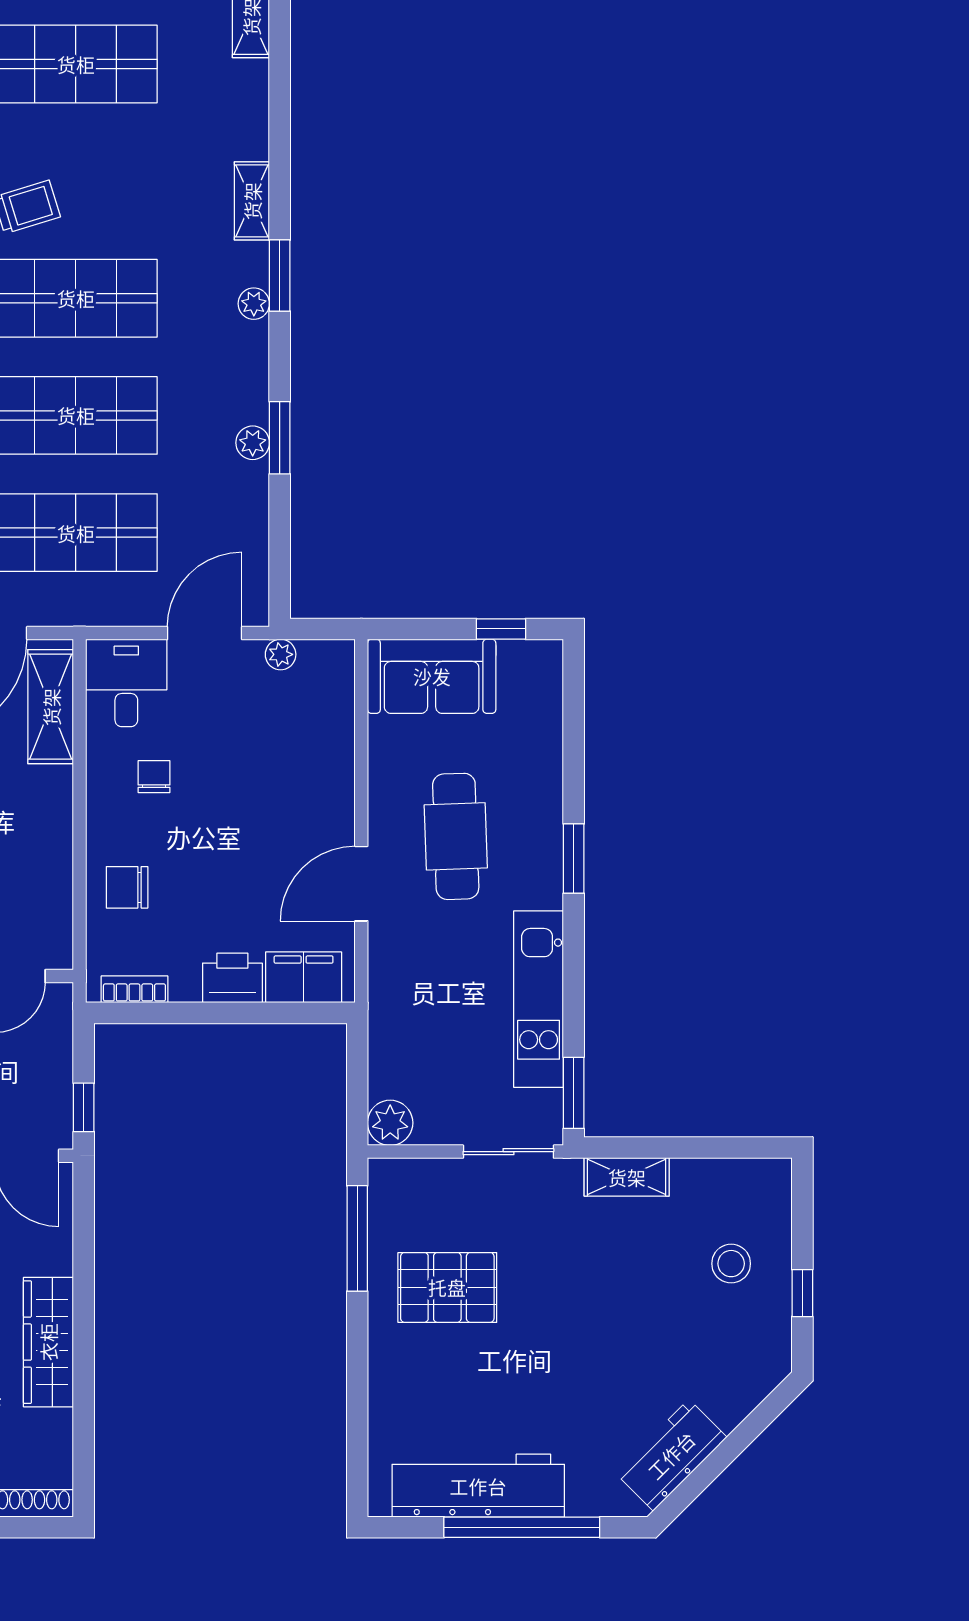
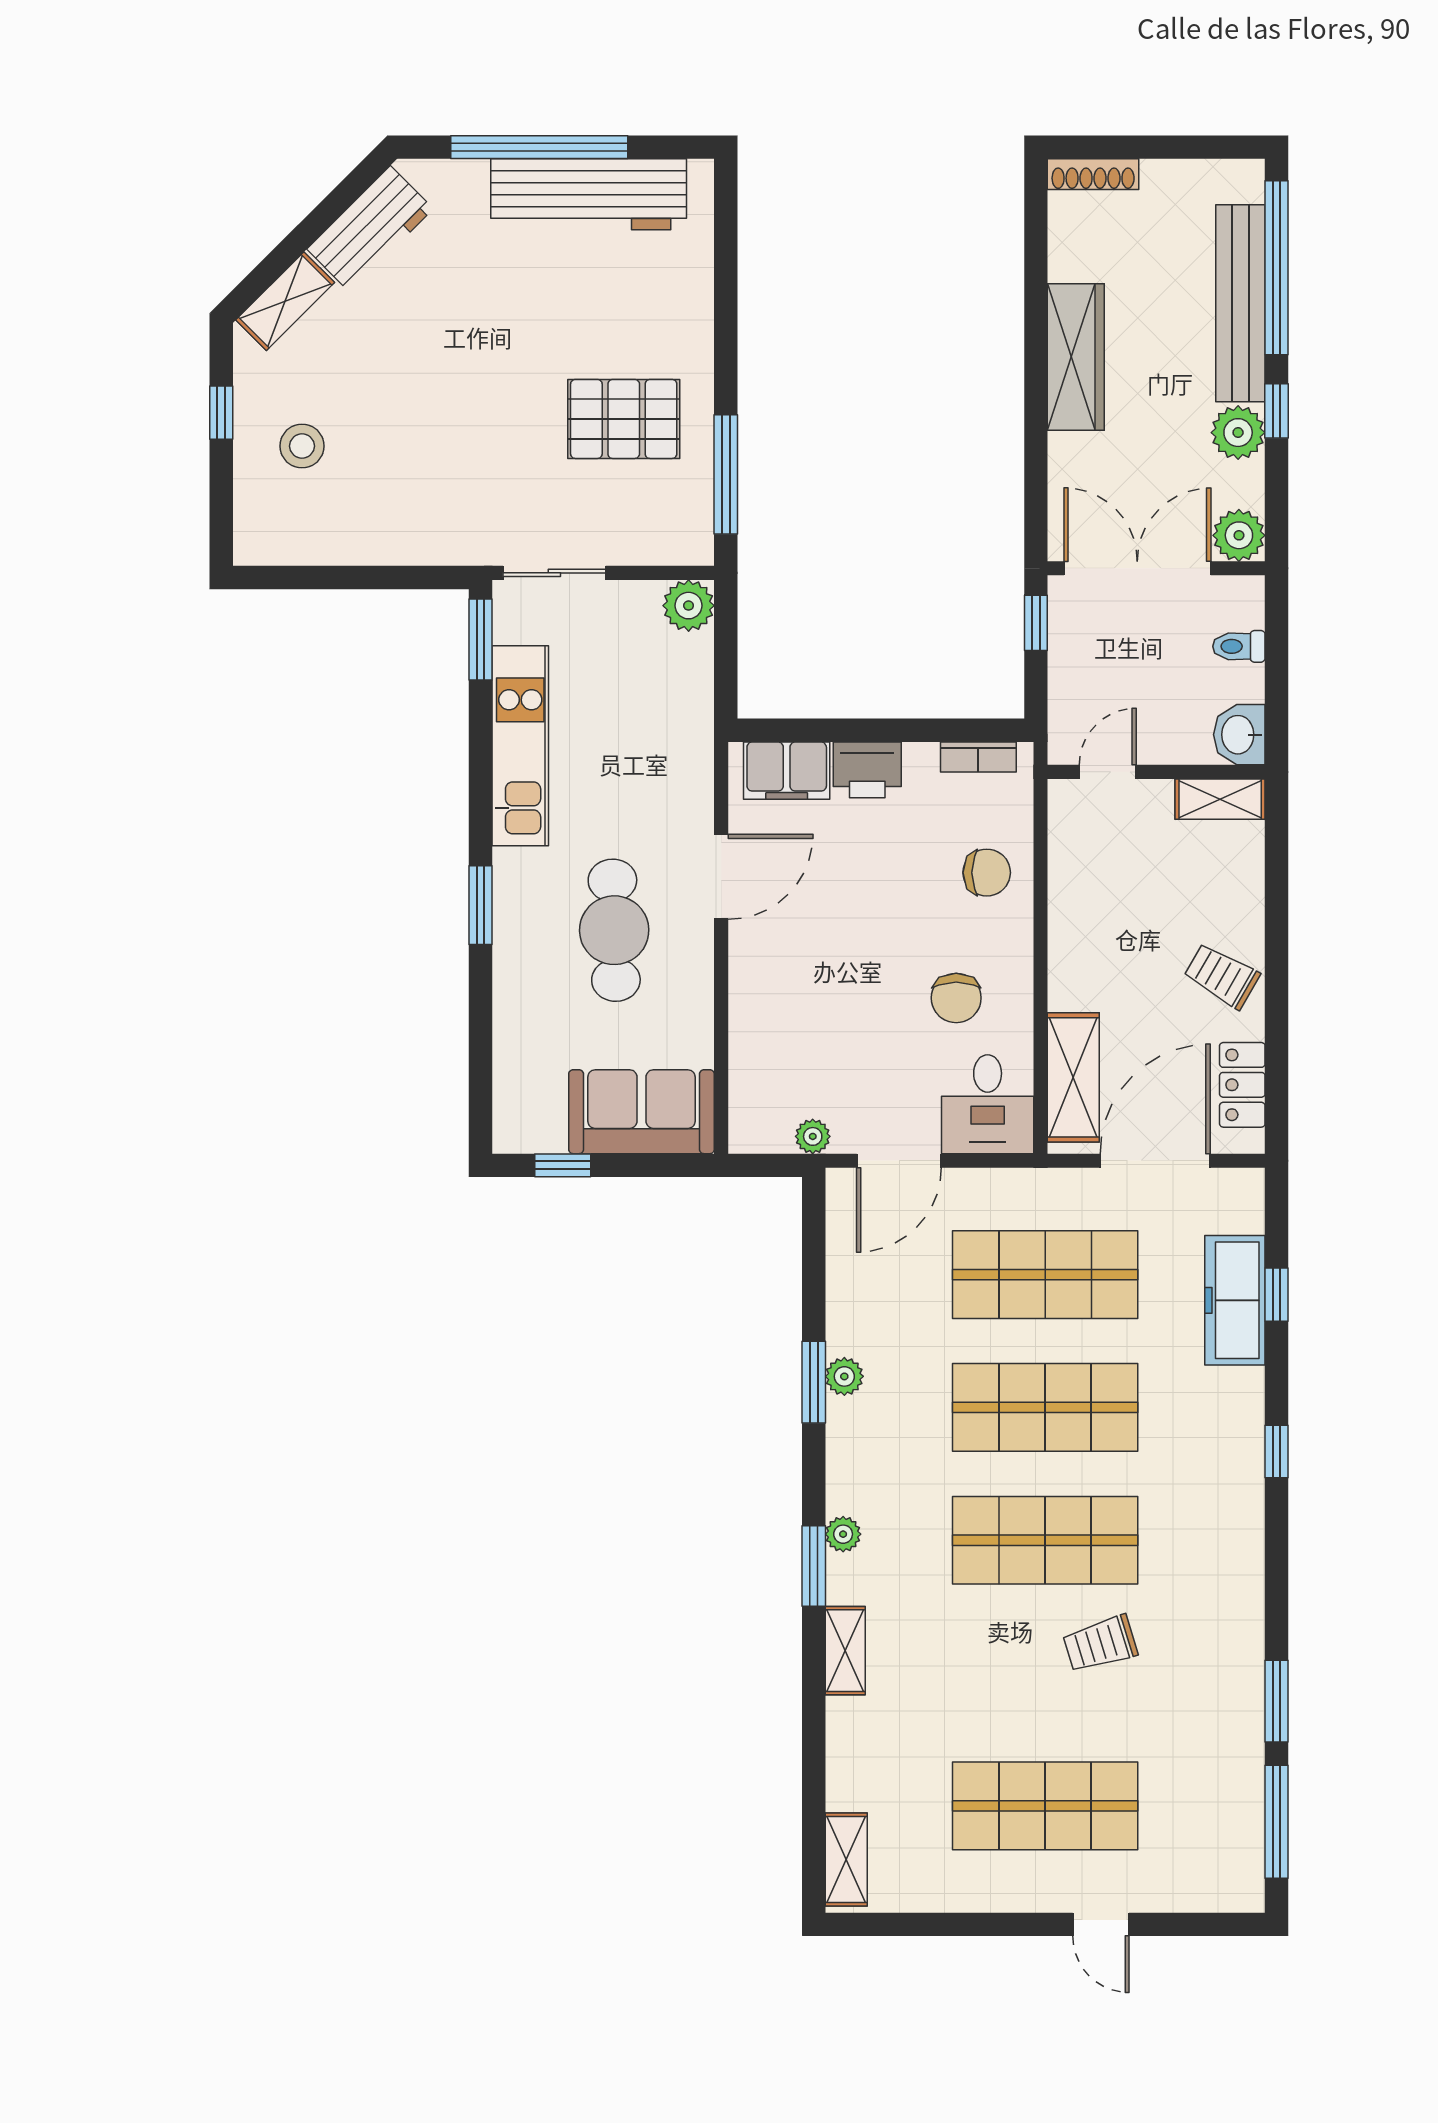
chair: (154, 777) -> (956, 998), width x1.37, depth x1.37
shelving: (627, 1177) -> (285, 301), moved, turned -45

